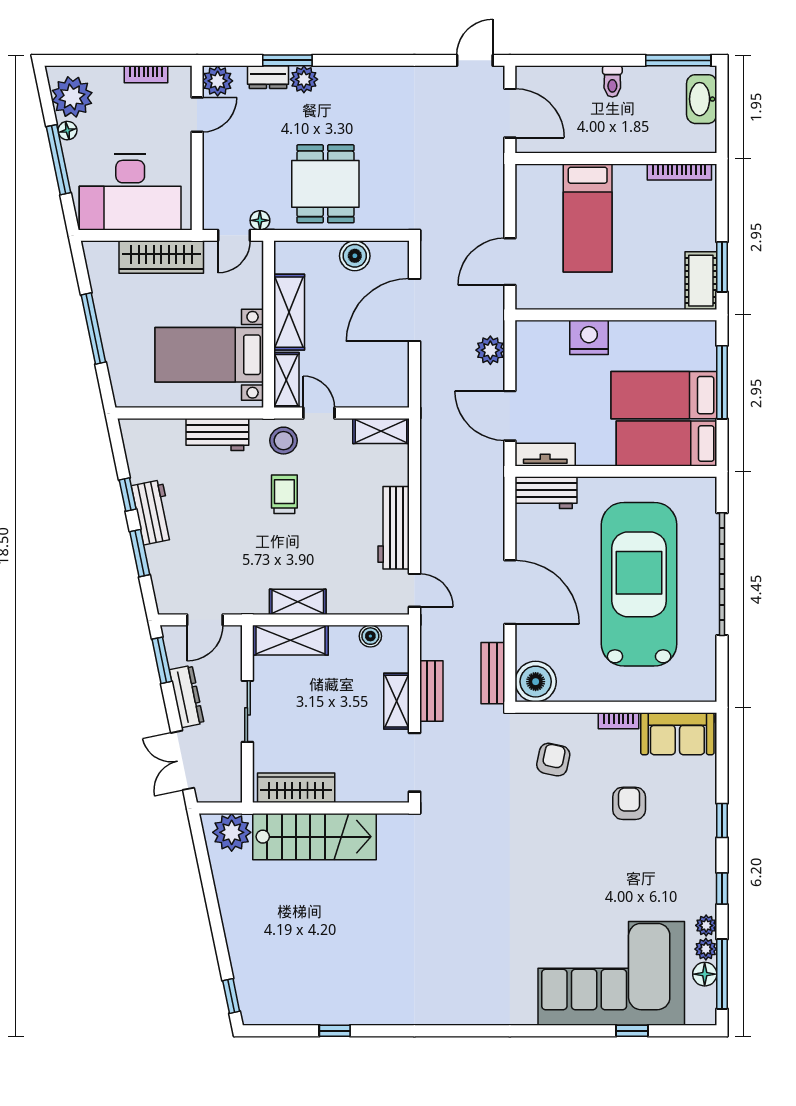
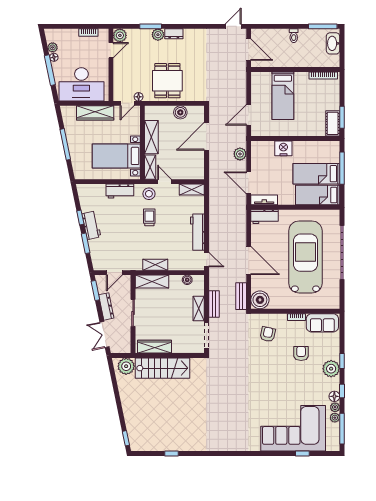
dresser: (268, 77) -> (174, 34), moved
plant: (72, 97) -> (53, 47), width x0.53, depth x0.53
plant: (697, 838) -> (331, 369), added
floor lamp: (705, 974) -> (334, 396), moved

